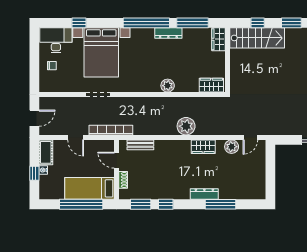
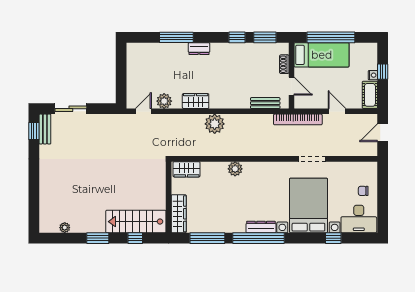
dresser: (168, 33) -> (261, 227), moved
wardrobe: (218, 39) -> (179, 214), width x1.50
dresser: (204, 194) -> (199, 49), width x0.70

